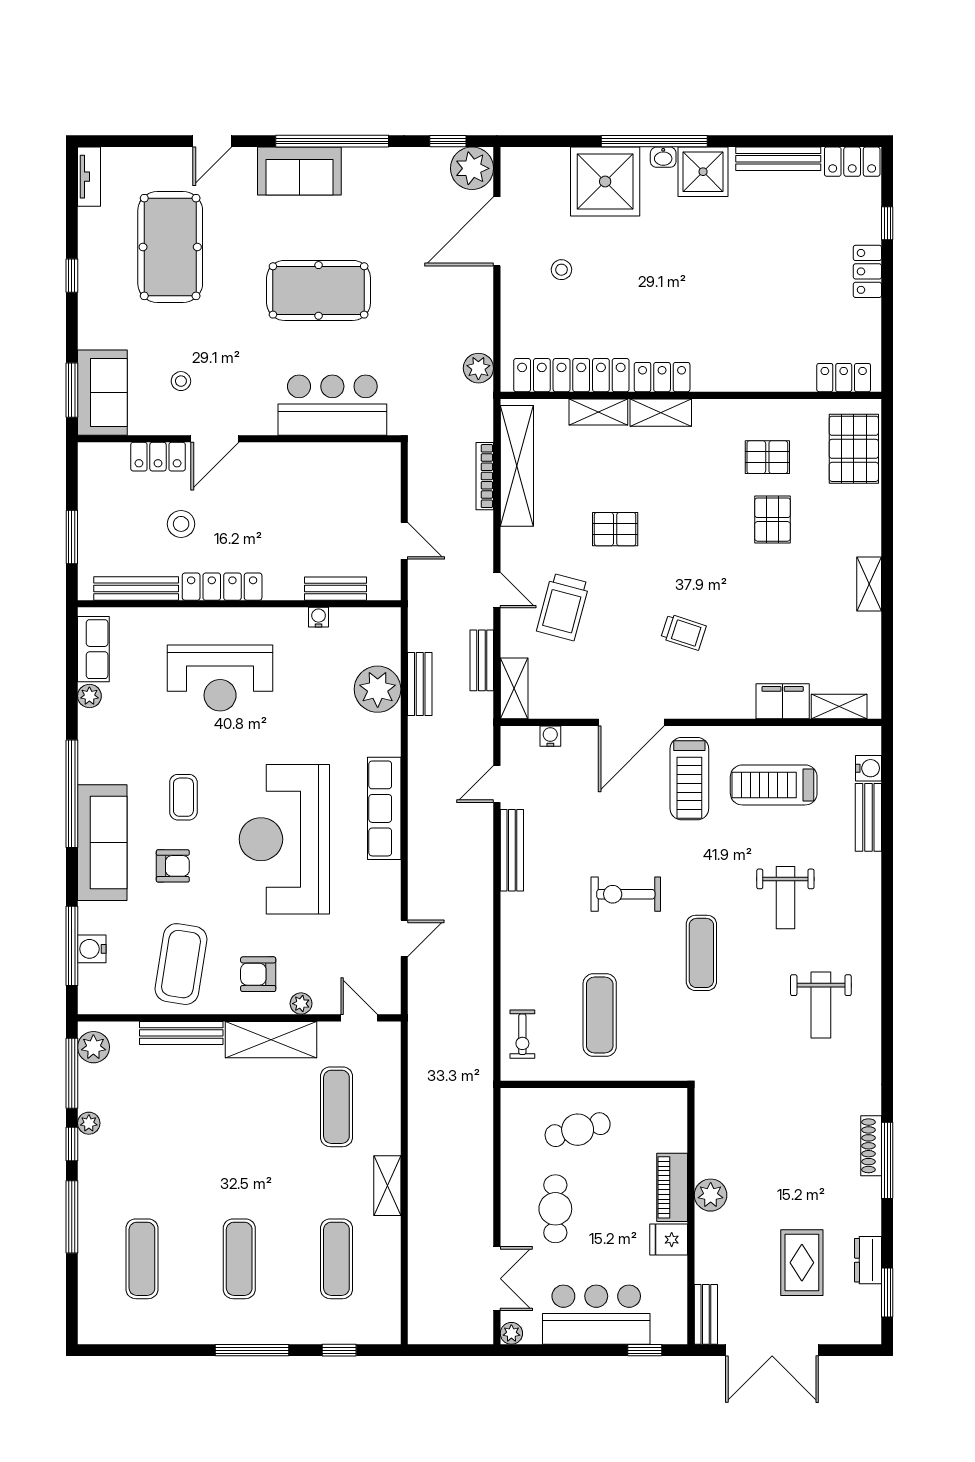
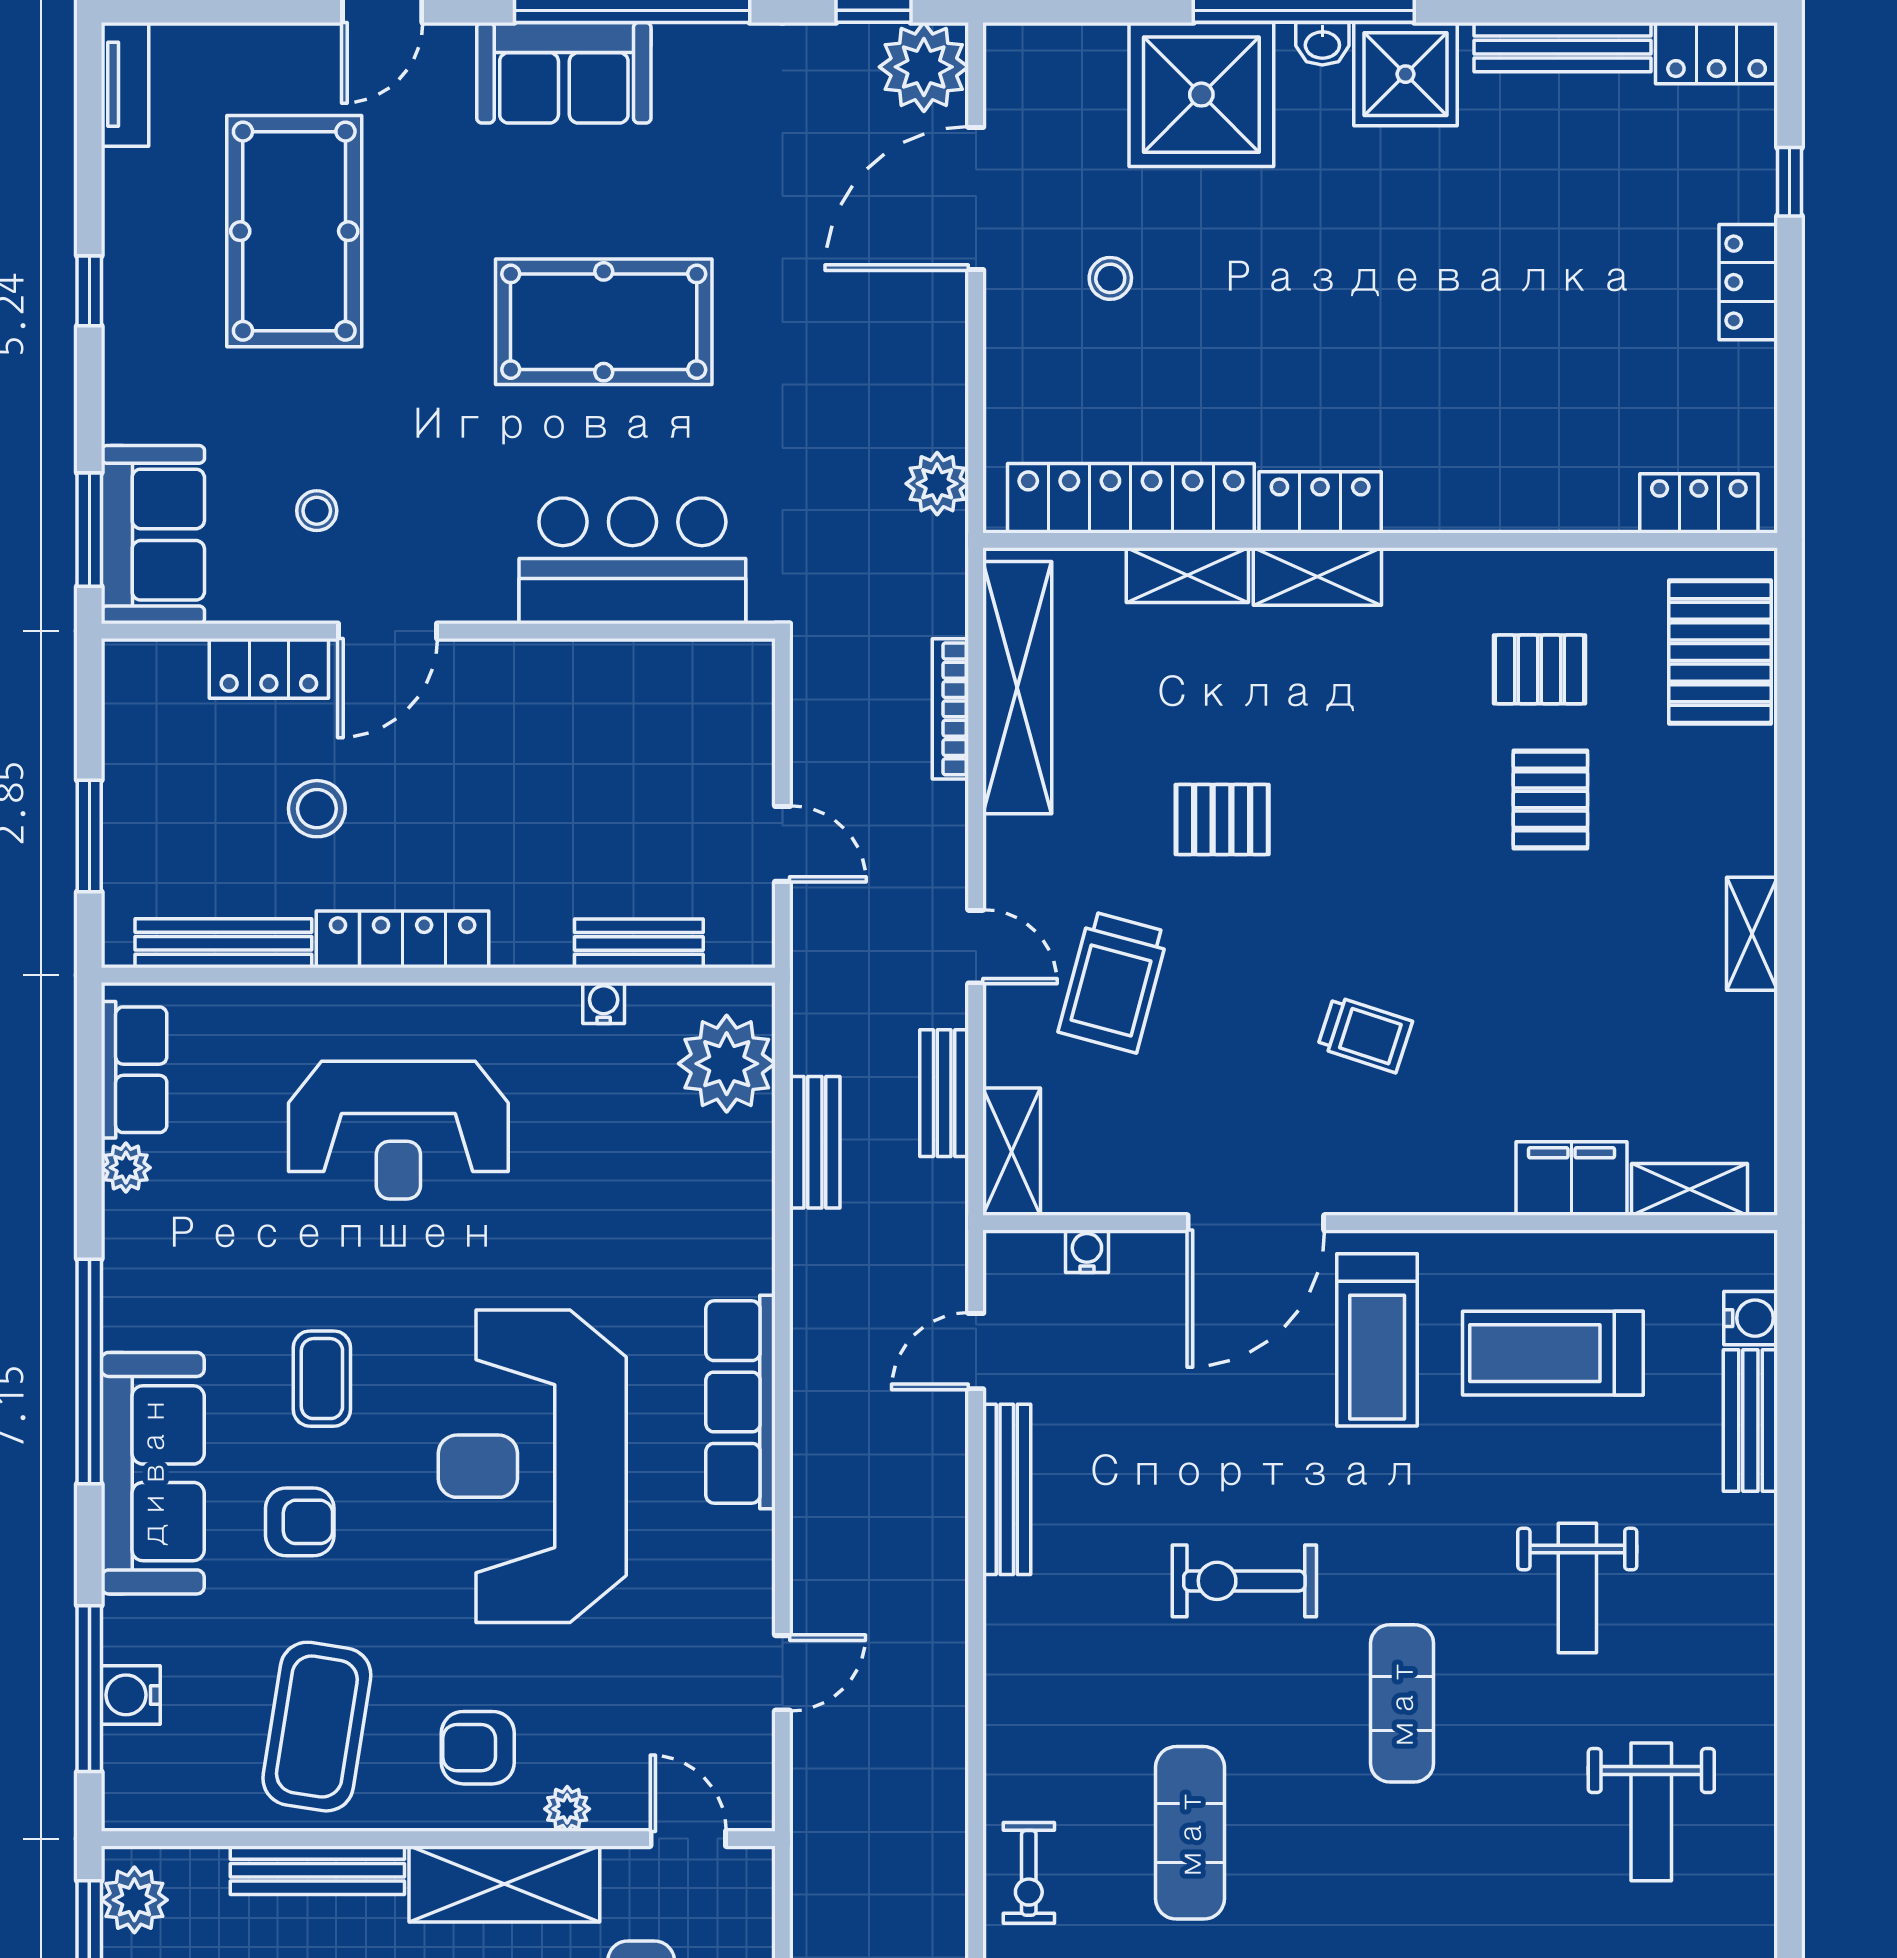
plant: (378, 689) -> (727, 1064), moved

